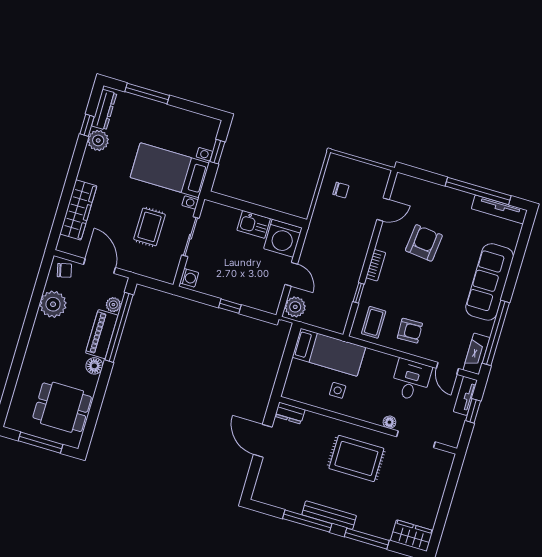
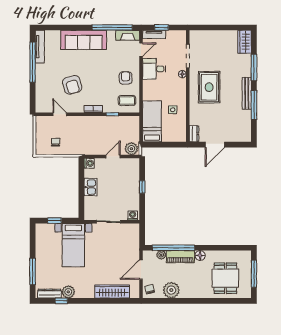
rug: (149, 227) -> (110, 247), removed
washing machine: (283, 238) -> (89, 163), width x0.53, depth x0.53
armchair: (424, 243) -> (72, 85), turned -112
dining table: (62, 407) -> (225, 278), moved

